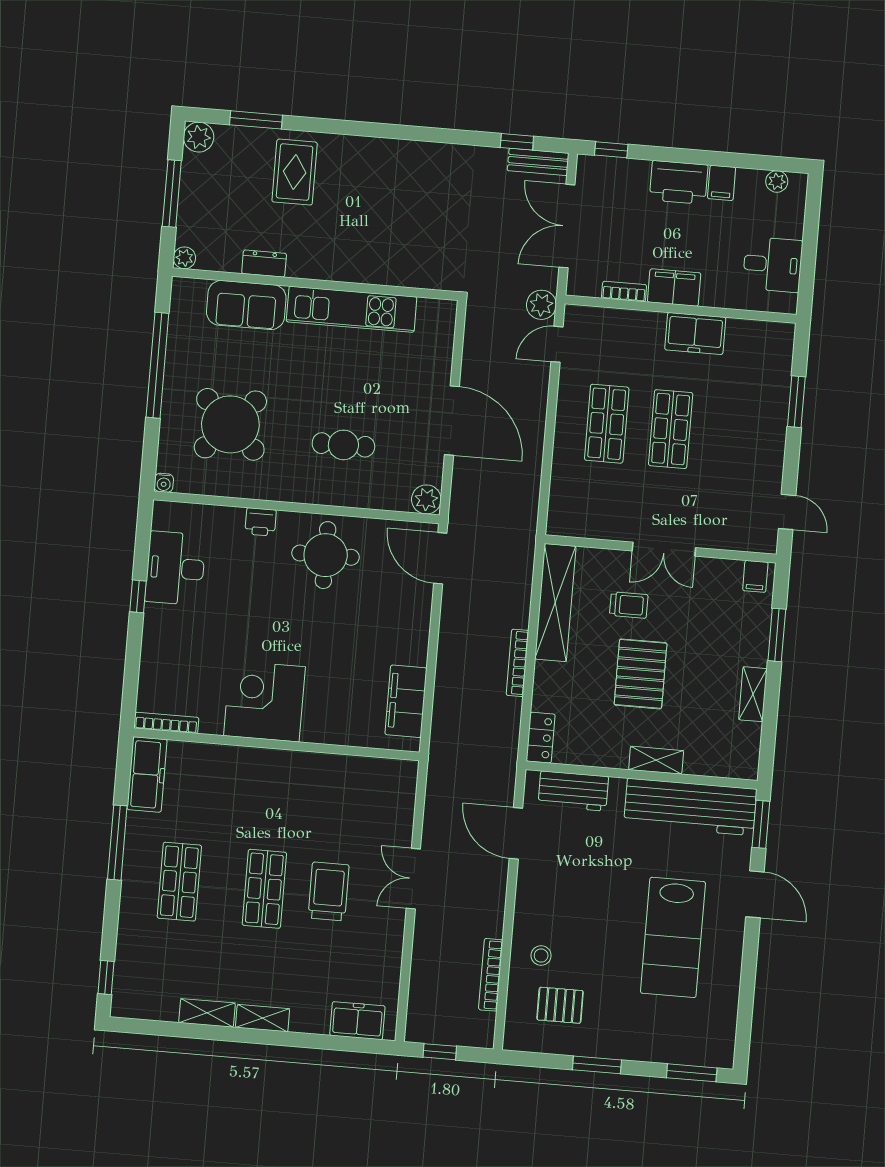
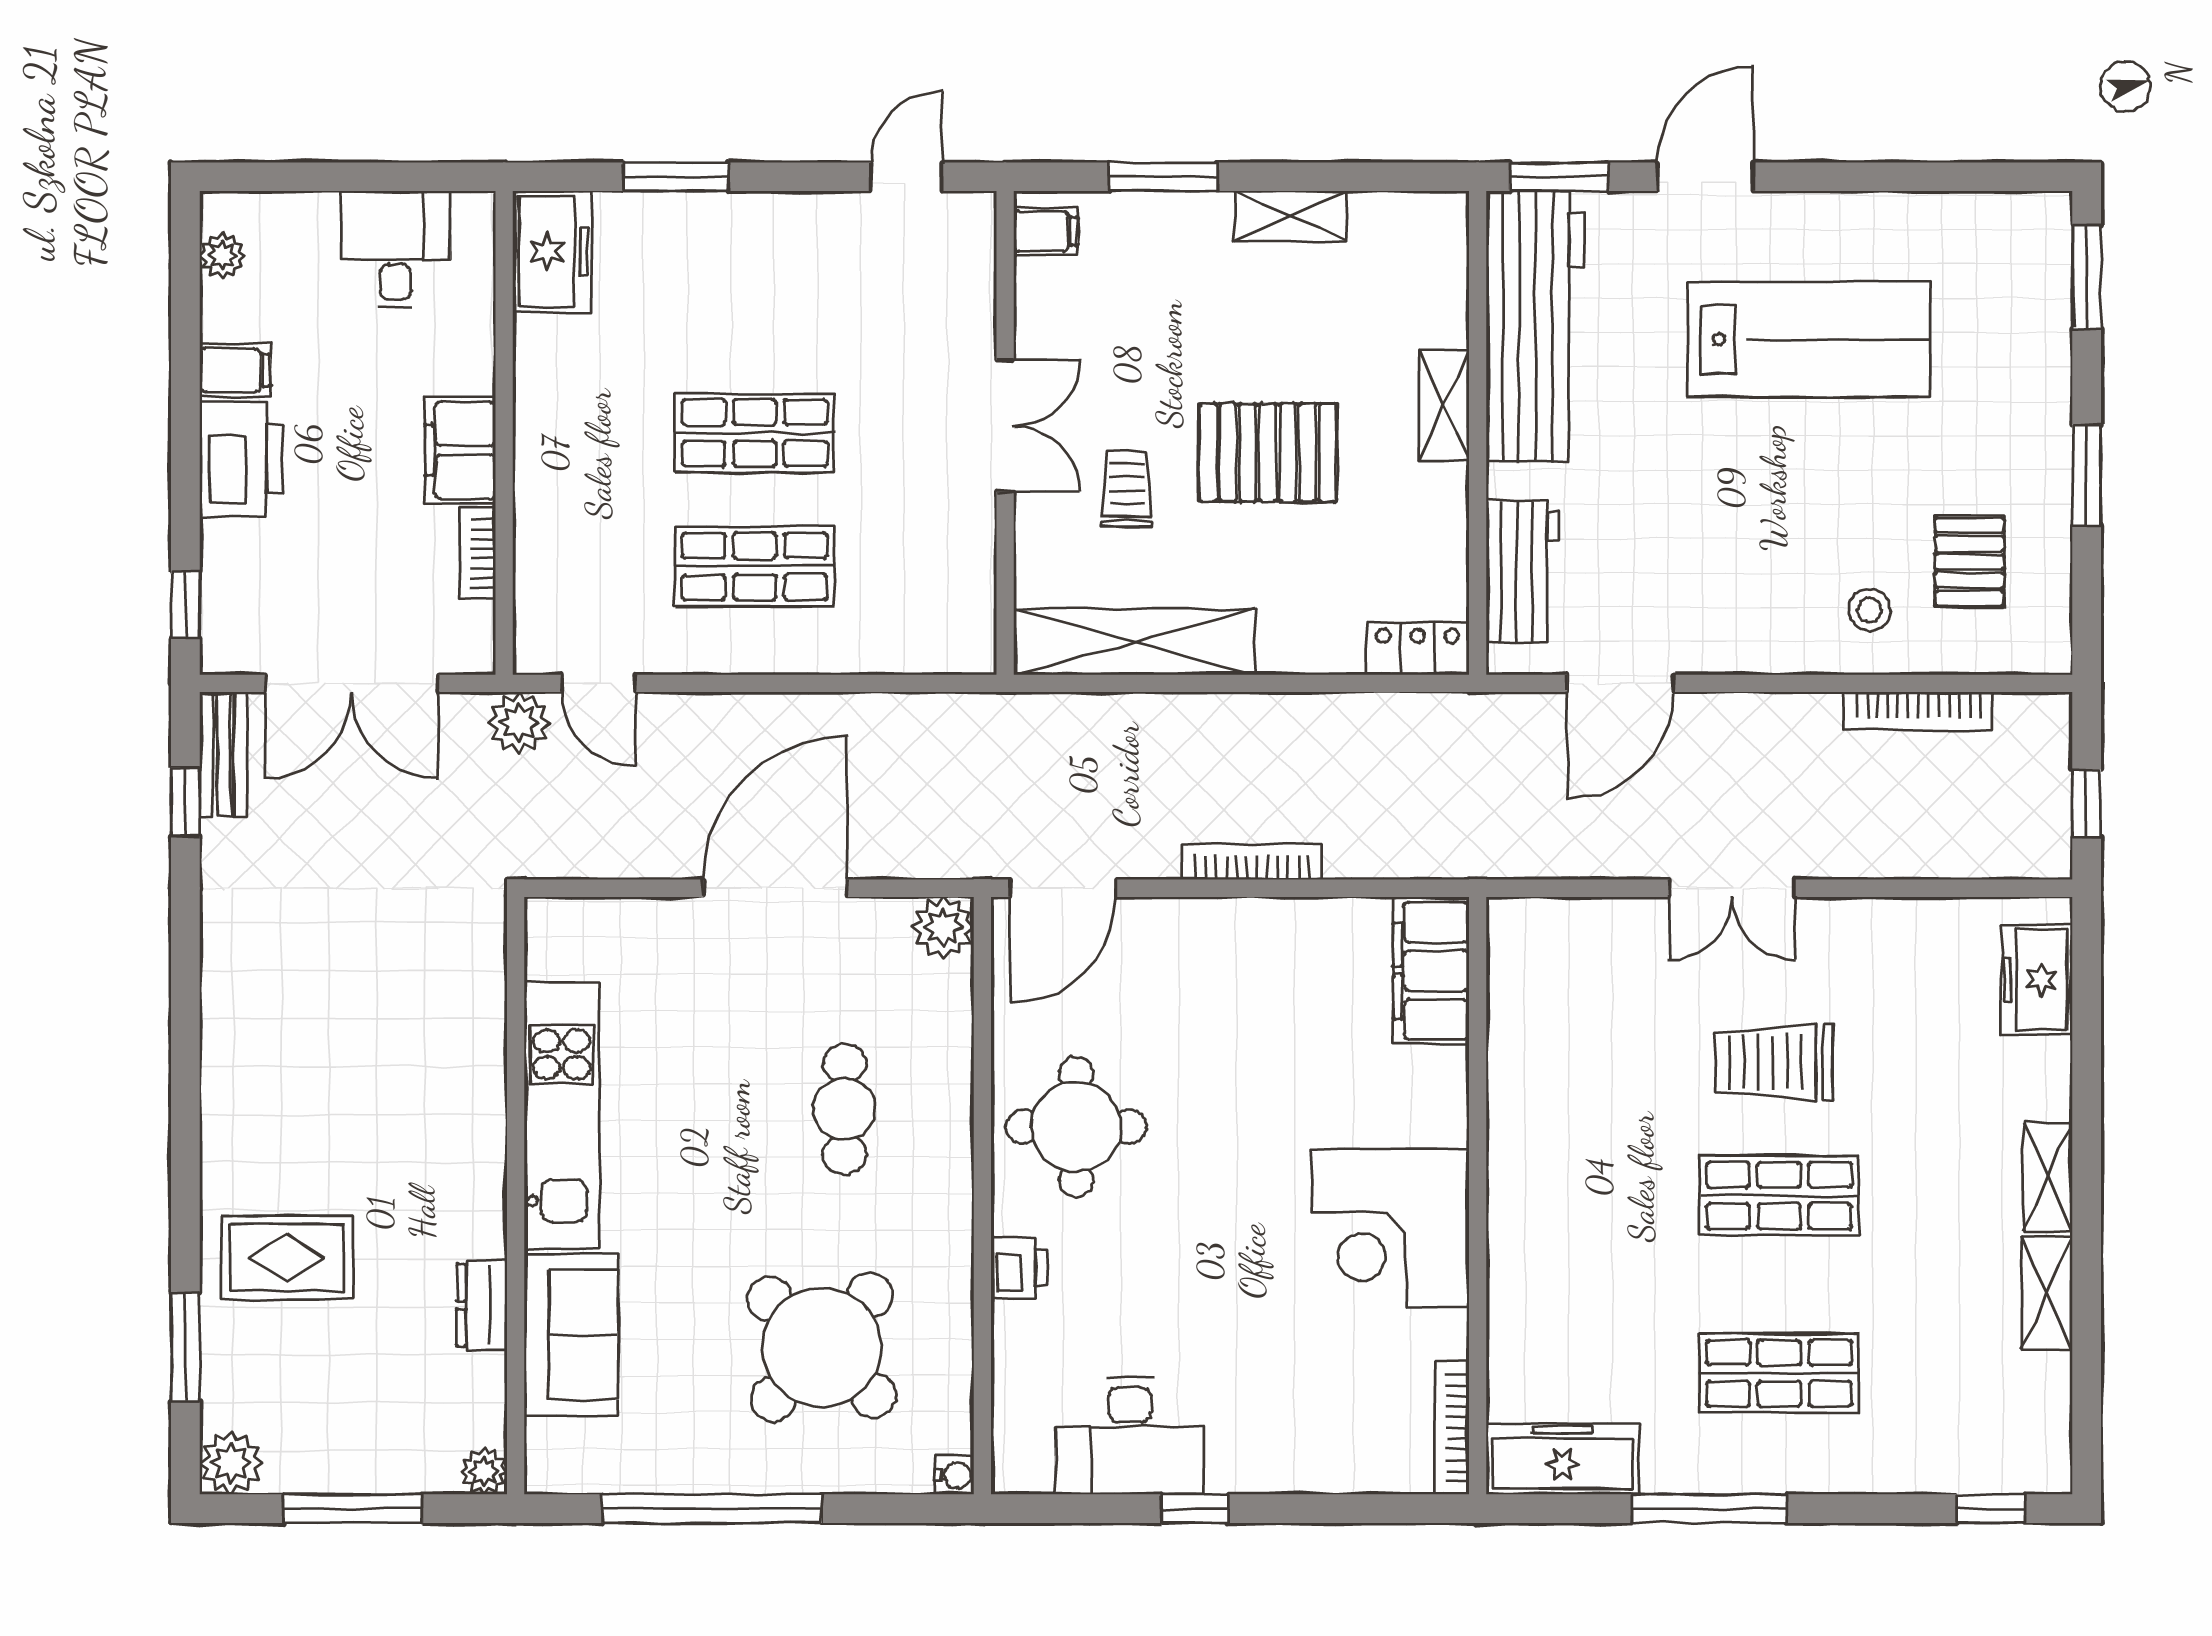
freezer: (695, 334) -> (552, 252), moved
bookcase: (518, 663) -> (1252, 862), moved, turned 180
filing cabinet: (406, 701) -> (1431, 971), moved, turned 90

